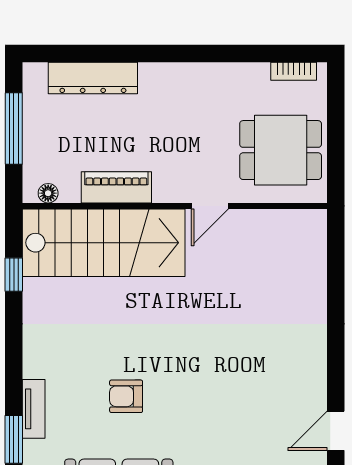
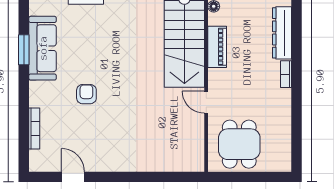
bookcase: (294, 71) -> (286, 74), moved
armchair: (126, 396) -> (86, 94), moved

